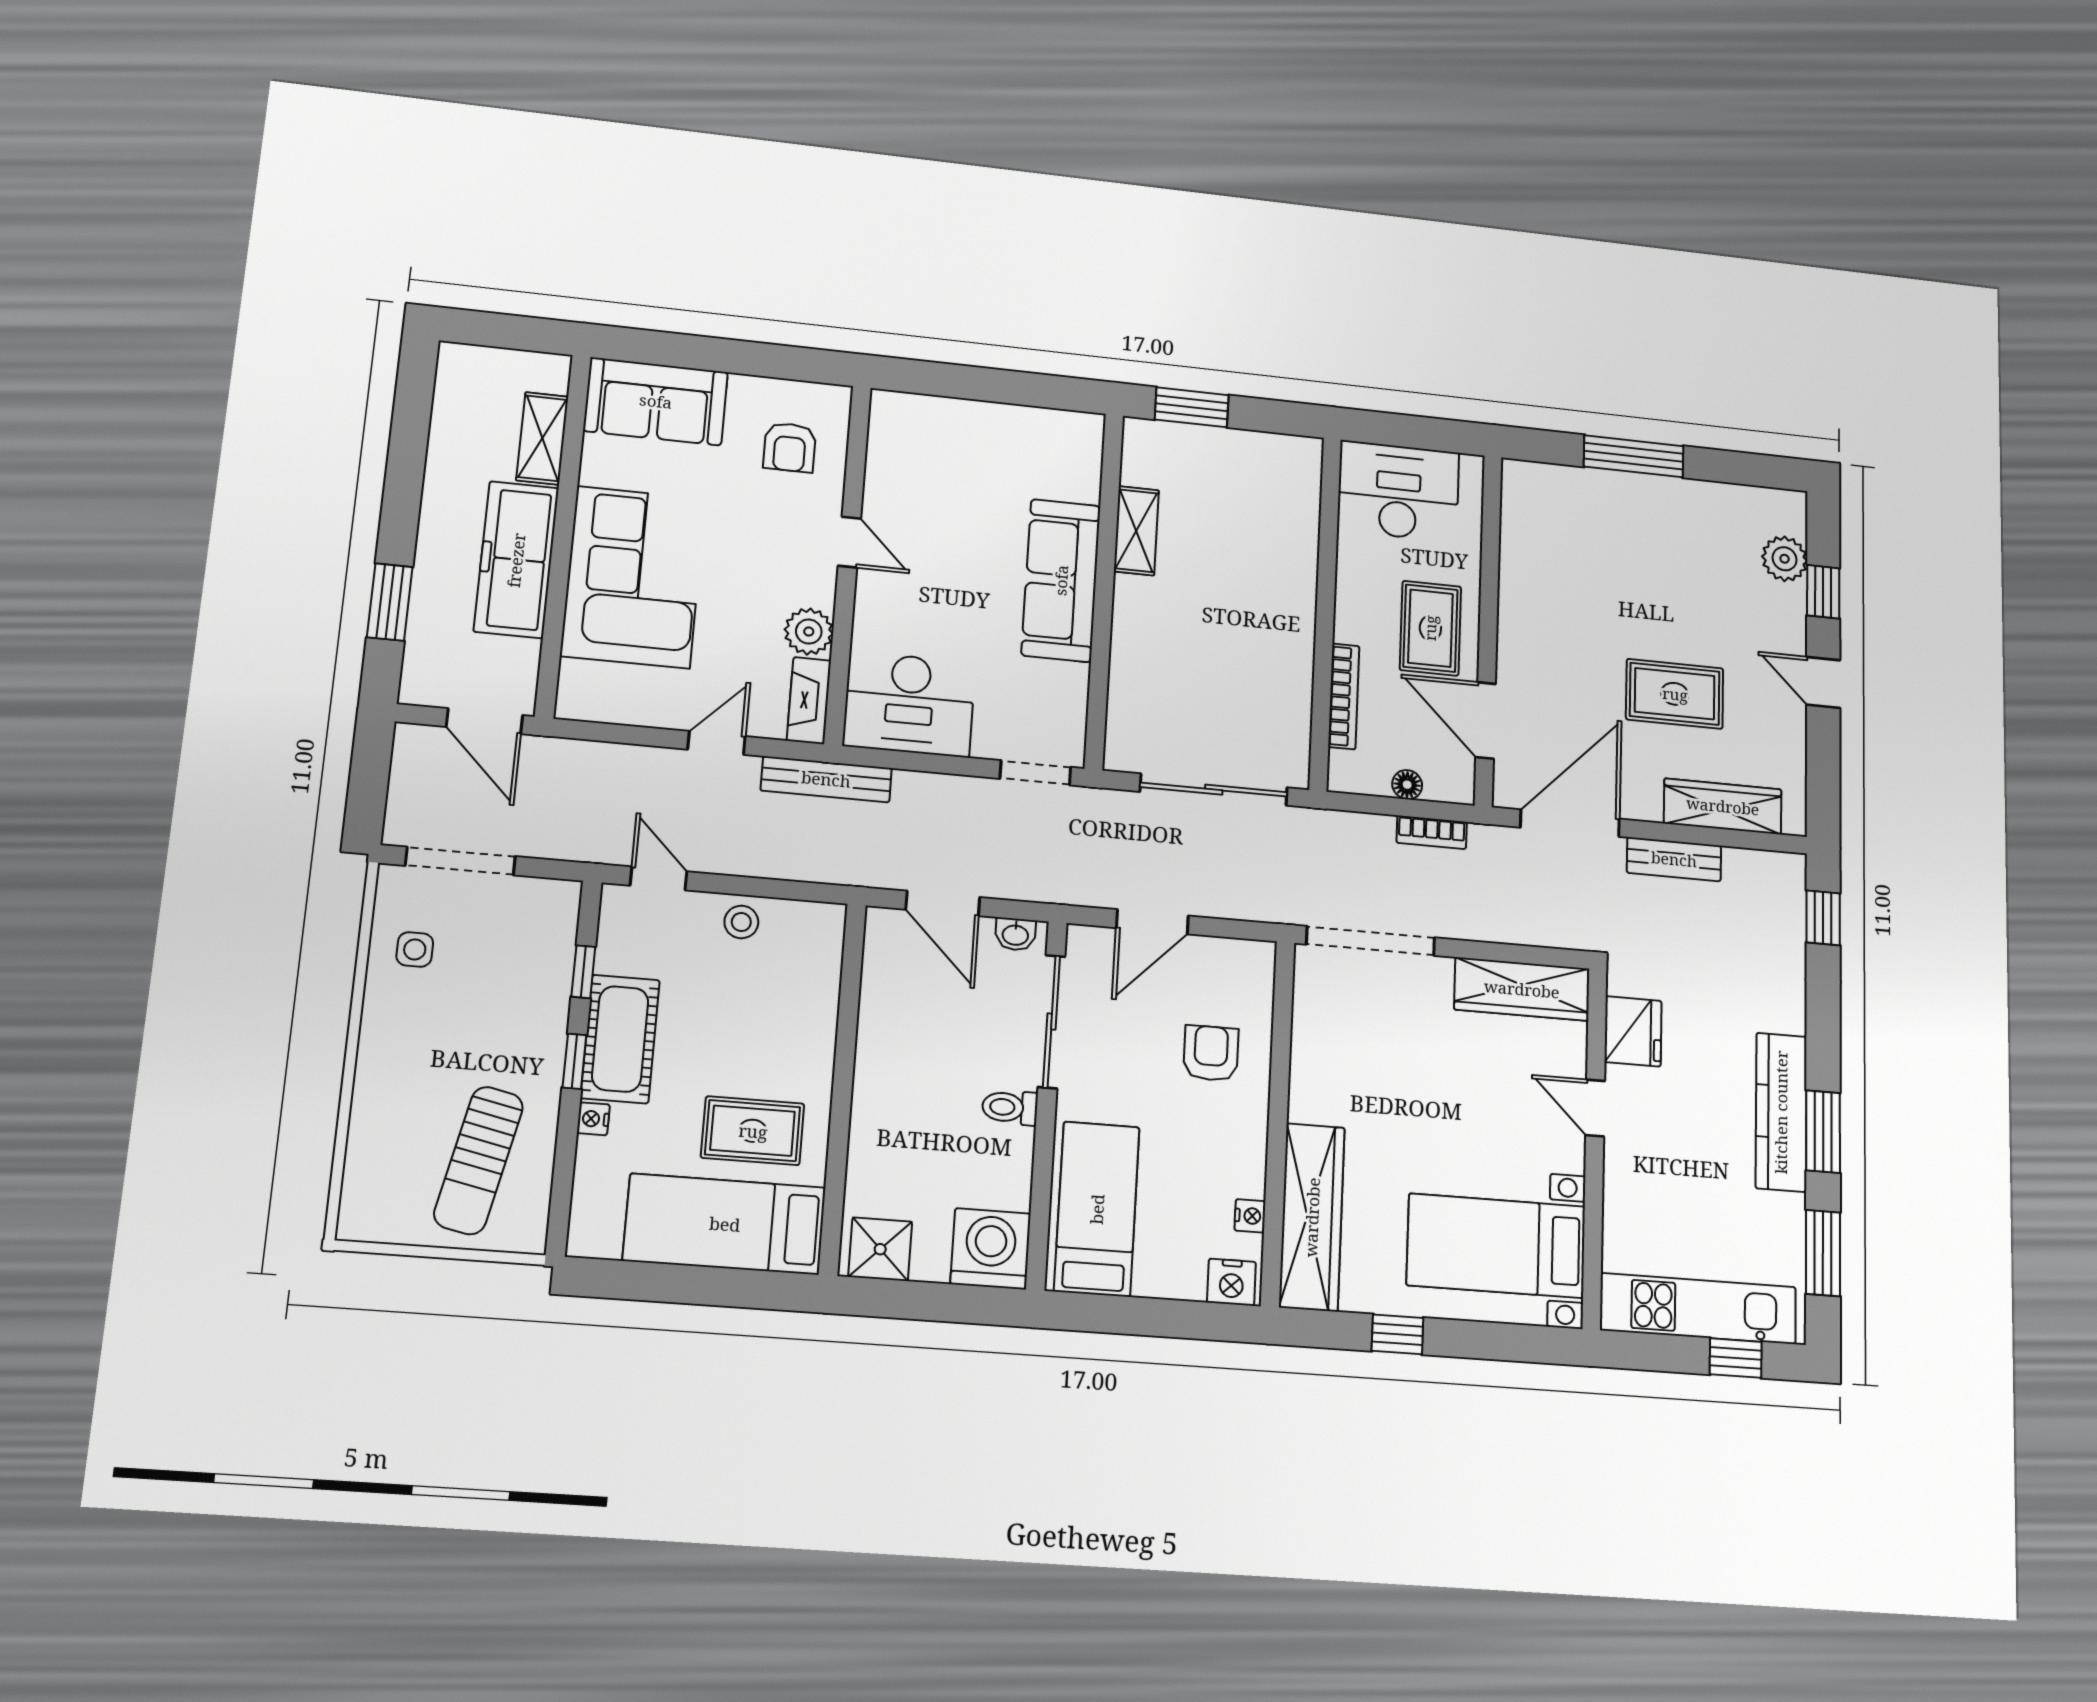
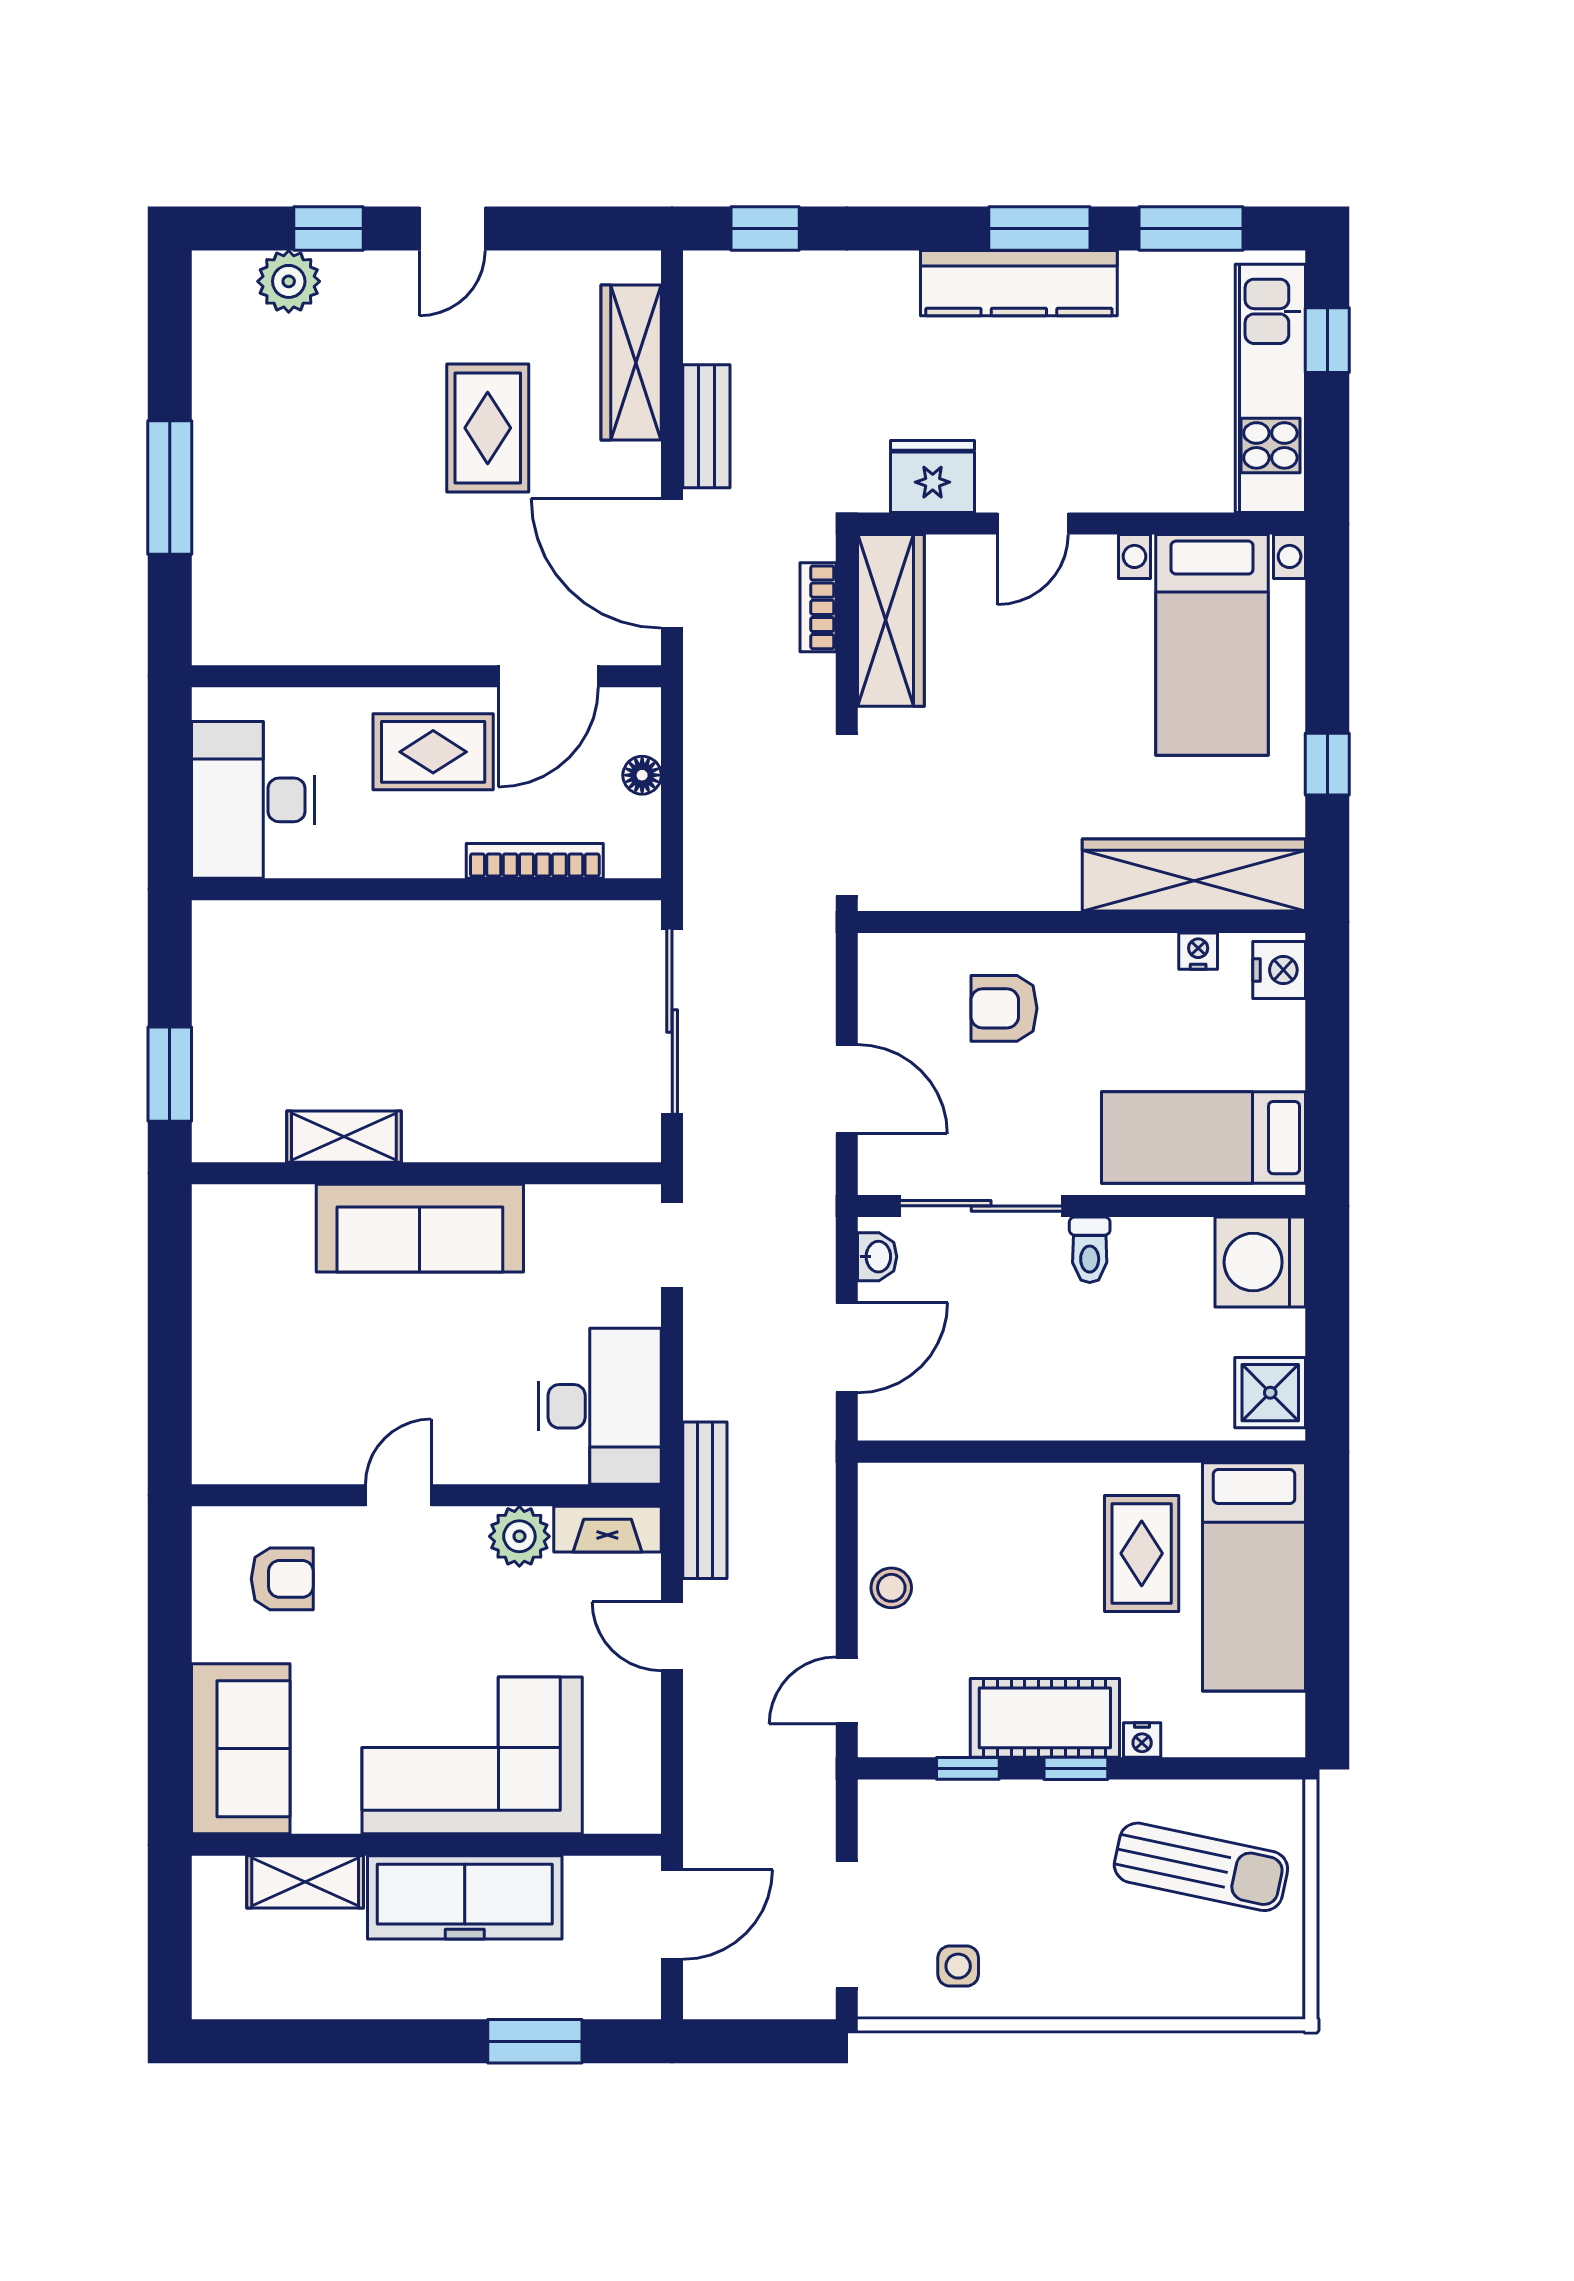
bookcase: (1432, 832) -> (818, 607), moved, turned 180

